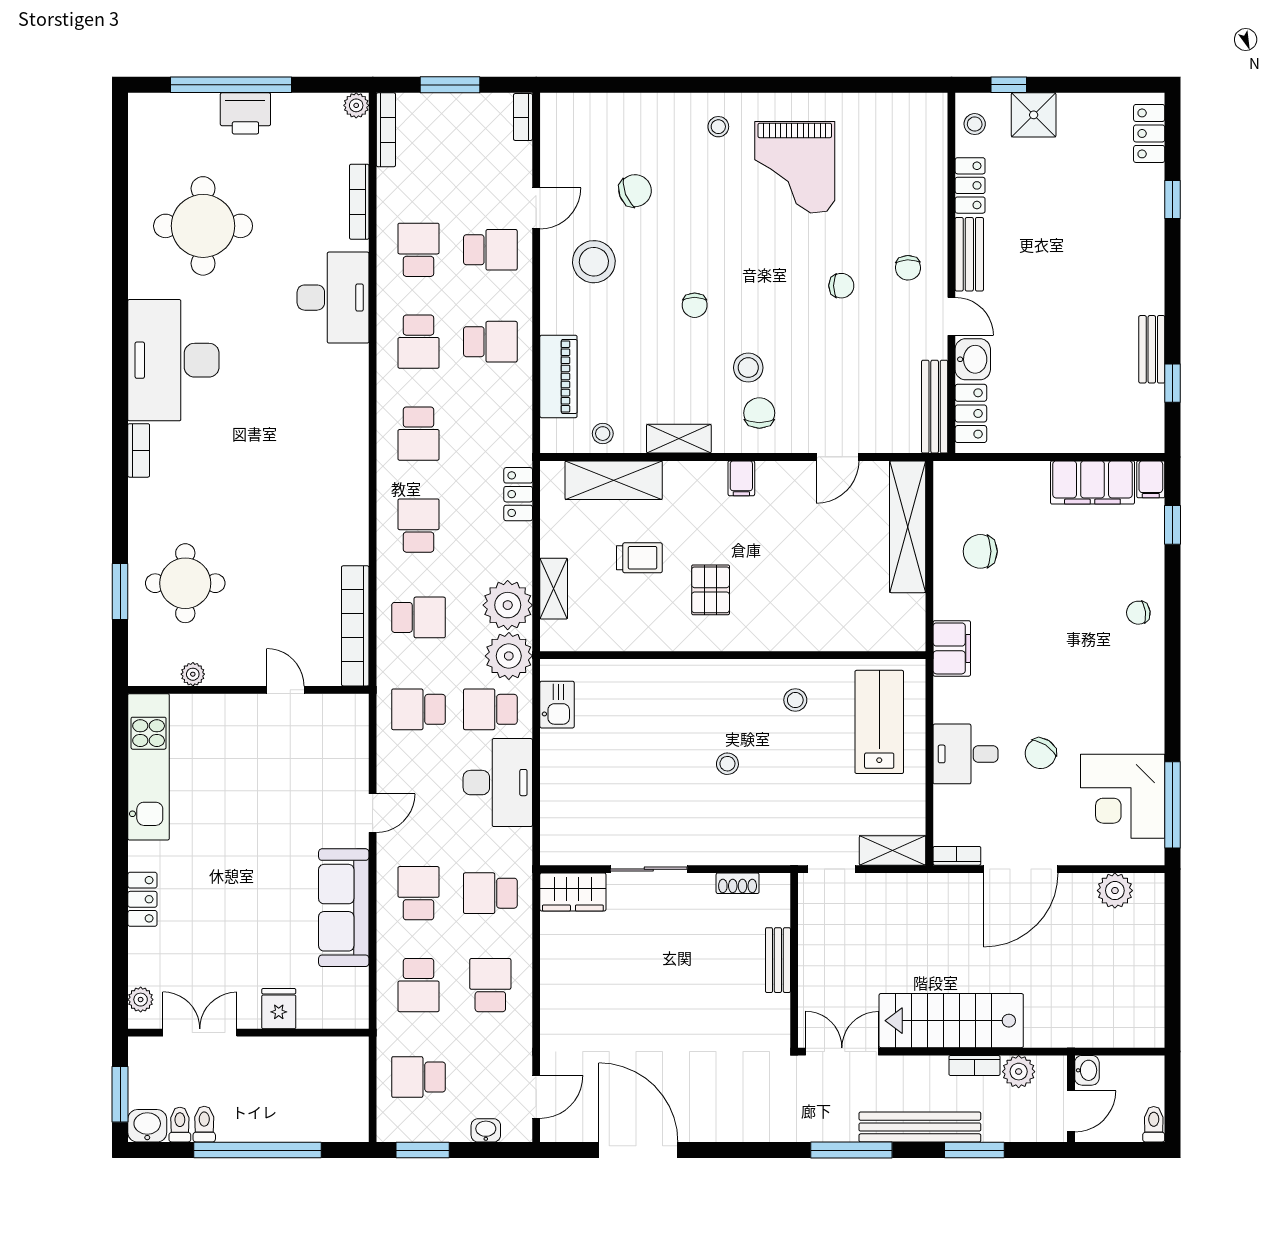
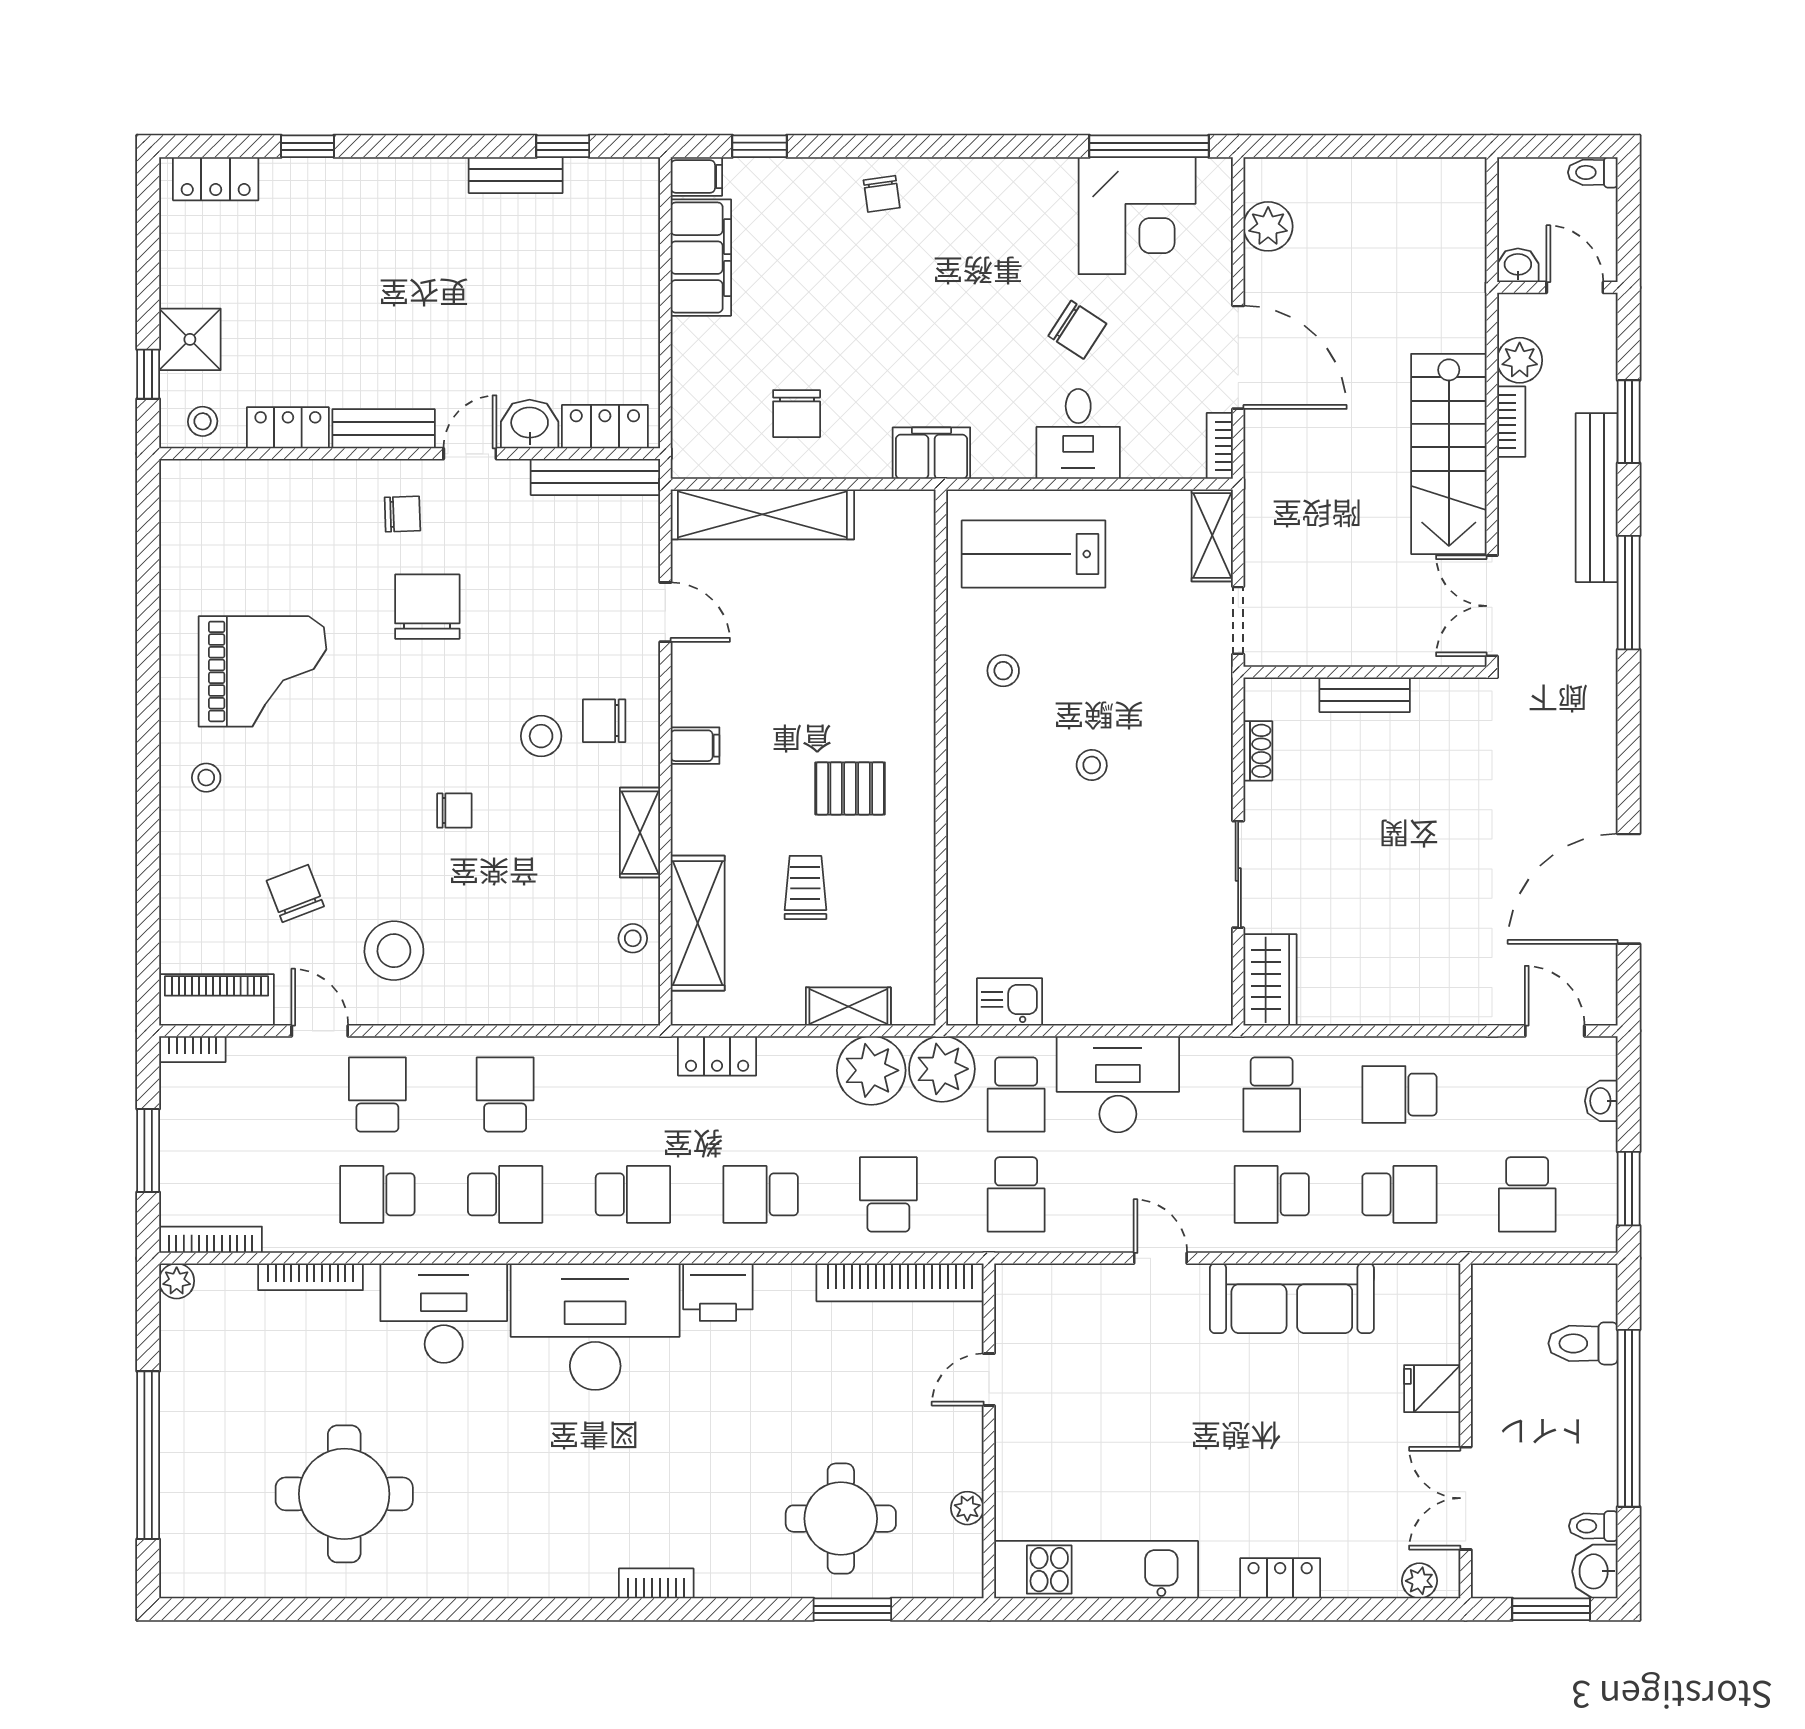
printer: (245, 113) -> (718, 1292), moved, turned 90
chair: (841, 286) -> (427, 607), width x1.87, depth x1.87
desk: (173, 360) -> (595, 1327), moved, turned 180
piano: (558, 376) -> (217, 1000), moved
toilet: (204, 1124) -> (1583, 1343), moved, width x1.37, depth x1.39

